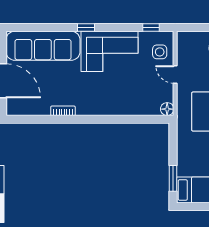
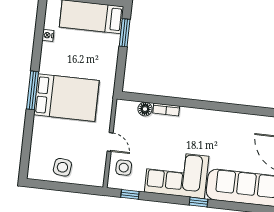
floor lamp: (167, 109) -> (145, 109), moved
bookcase: (63, 111) -> (166, 110), moved

